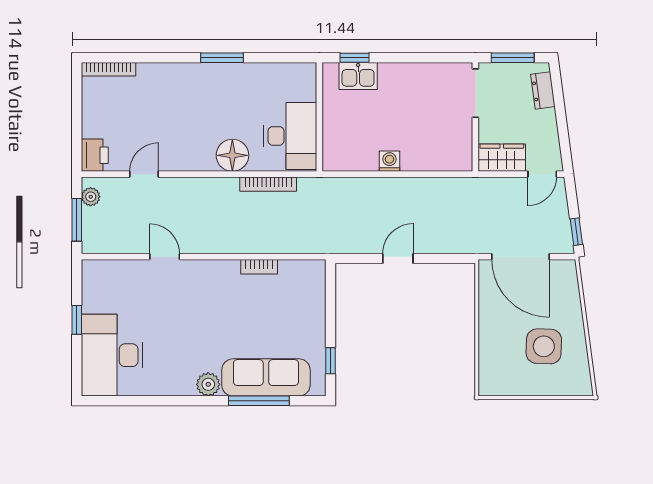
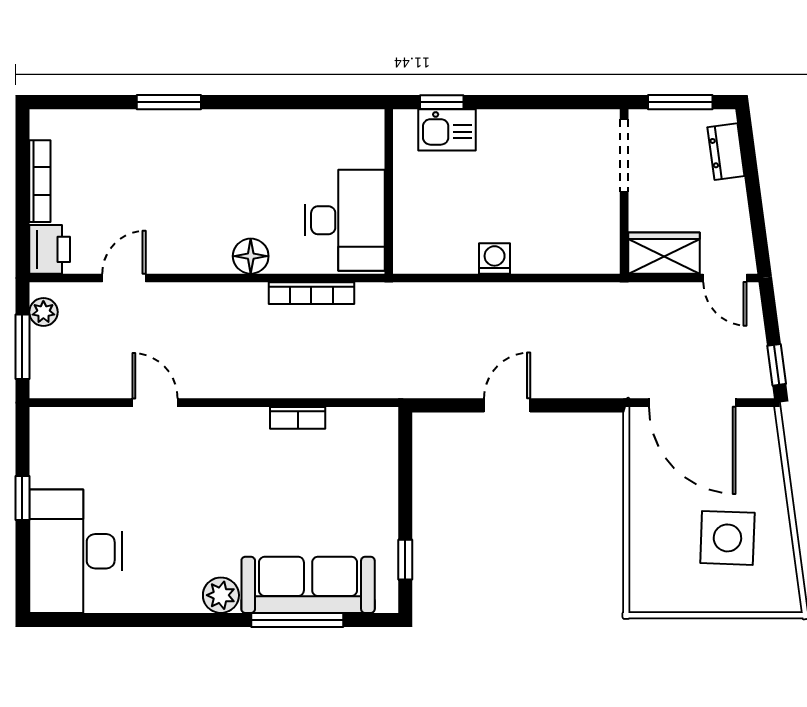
window: (222, 58) -> (169, 102), moved
bookcase: (109, 69) -> (40, 181), moved, turned -90
floor lamp: (232, 155) -> (251, 256), width x0.73, depth x0.73
door: (542, 174) -> (725, 278), hinge flipped

